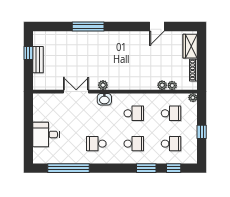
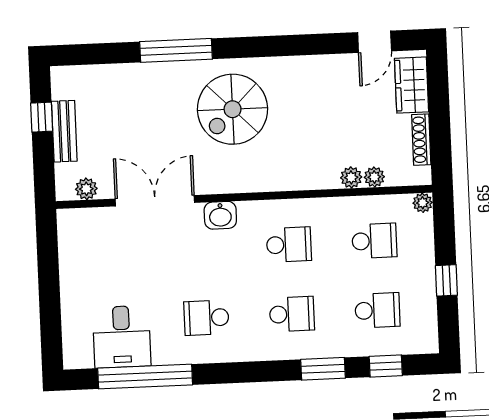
door: (157, 26) -> (375, 42), moved
spiral stairs: (112, 53) -> (233, 109), added
plant: (103, 85) -> (86, 189), moved
double door: (76, 92) -> (155, 201), width x1.37
desk: (46, 134) -> (122, 337), moved, turned -90

